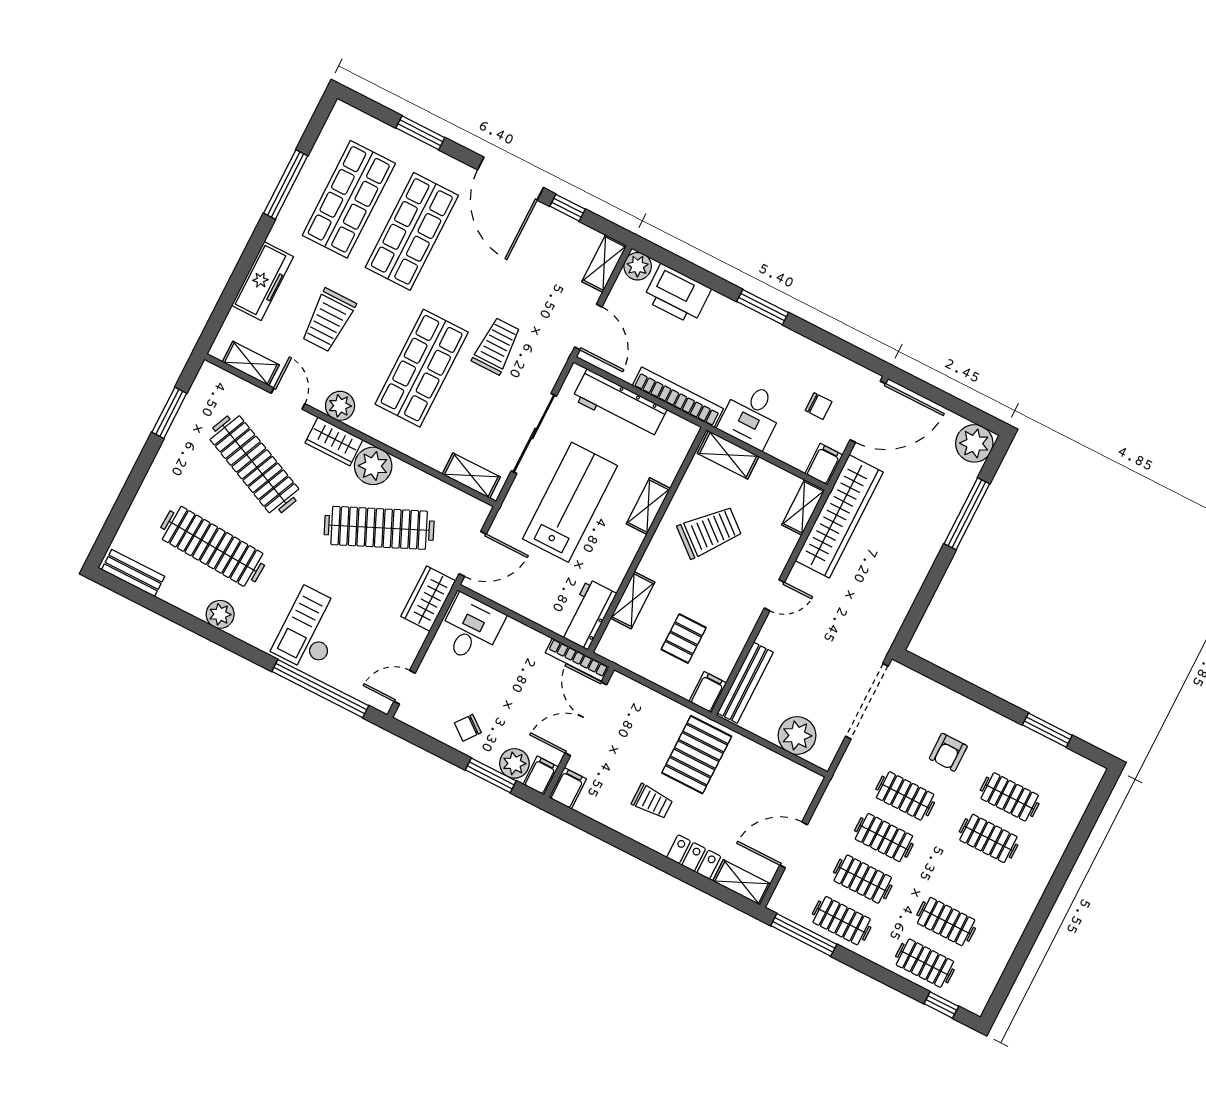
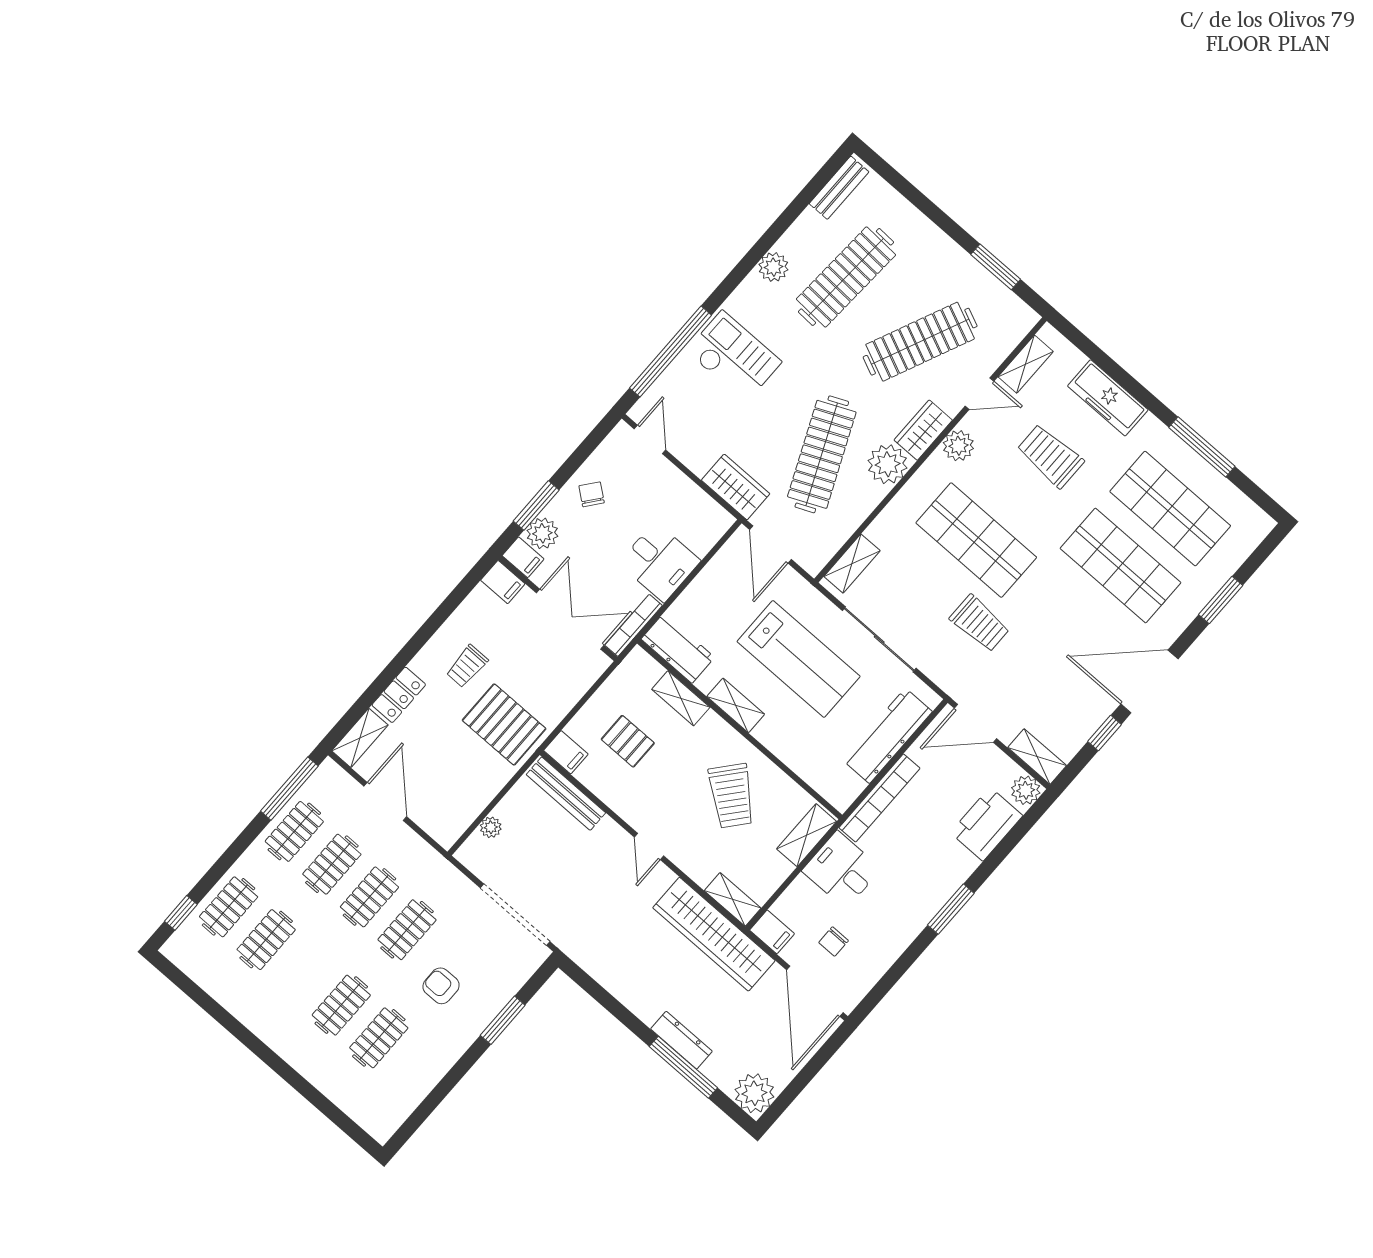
shelving: (648, 506) -> (736, 705), moved
dresser: (943, 522) -> (681, 1040), added
desk: (471, 629) -> (660, 562), moved
window: (1047, 730) -> (503, 1020), moved
plant: (797, 735) -> (491, 827), width x0.53, depth x0.53

